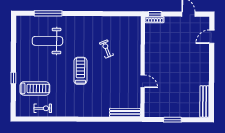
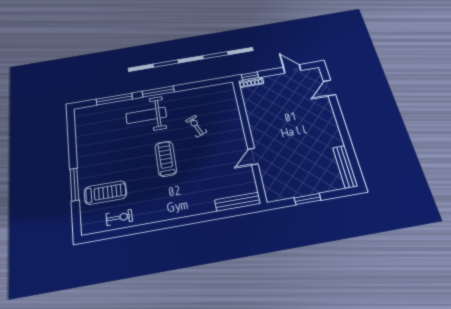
window: (82, 14) -> (158, 92), added
weight bench: (47, 41) -> (146, 115), moved
window: (13, 78) -> (74, 184), width x2.17
door: (143, 81) -> (253, 157), swing flipped

